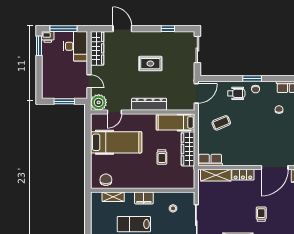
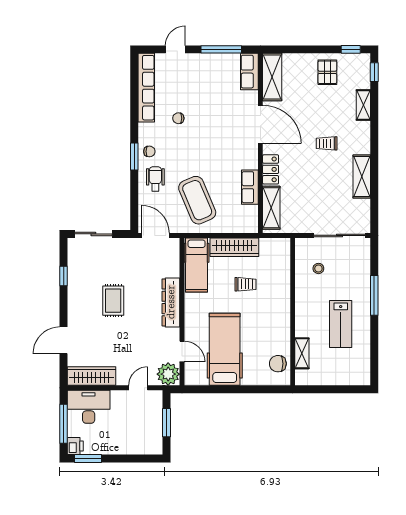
coffee table: (221, 123) -> (197, 200), width x1.86, depth x1.72
row of seats: (210, 160) -> (250, 187), moved
filing cabinet: (144, 198) -> (304, 310), removed

